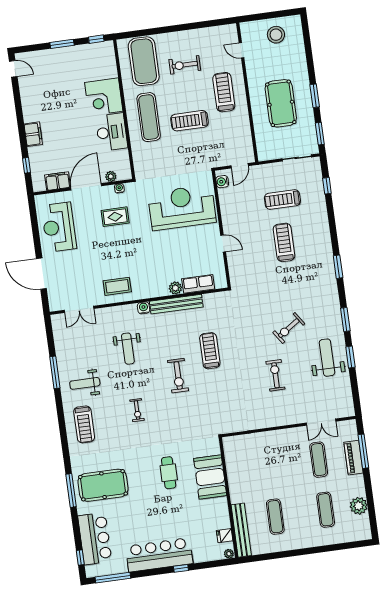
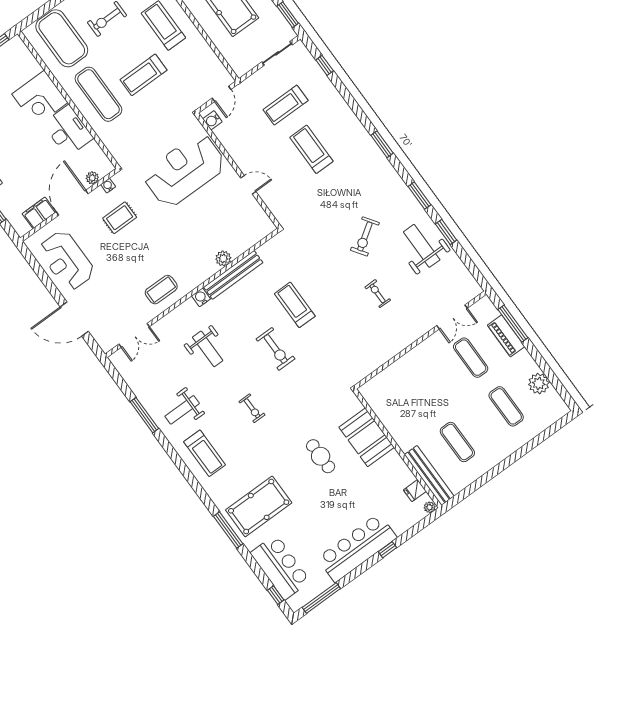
row of seats: (198, 284) -> (245, 241), removed
exercise bike: (275, 375) -> (378, 294), width x0.73, depth x0.72

